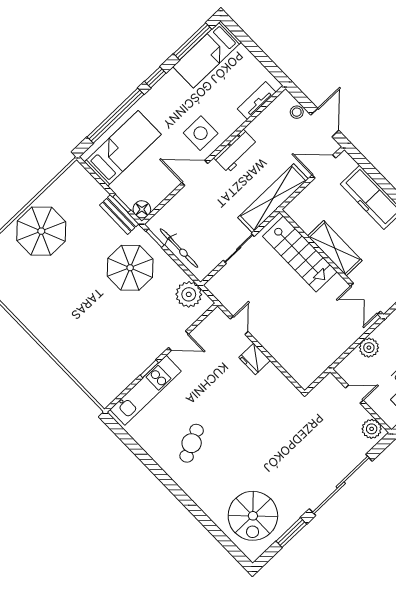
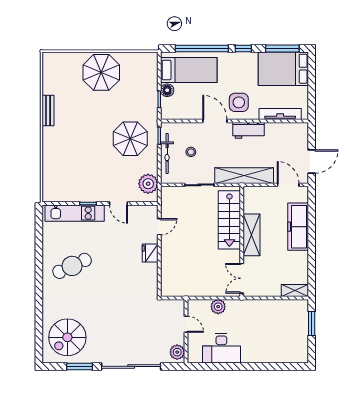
bed: (207, 54) -> (283, 69), width x1.50
tv unit: (257, 101) -> (280, 114), width x1.41
stool: (297, 112) -> (191, 152), moved
floor lamp: (142, 209) -> (167, 90), moved
bench: (119, 215) -> (48, 110), moved
cafe table: (192, 443) -> (72, 266), width x1.37, depth x1.35

